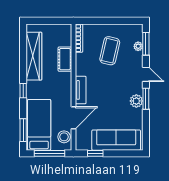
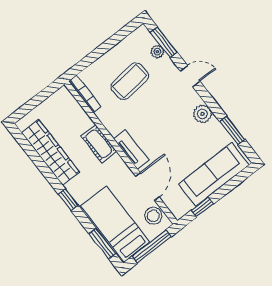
coffee table: (110, 51) -> (130, 81), turned 71
cot: (65, 59) -> (99, 144), moved
window: (146, 99) -> (232, 130), moved

